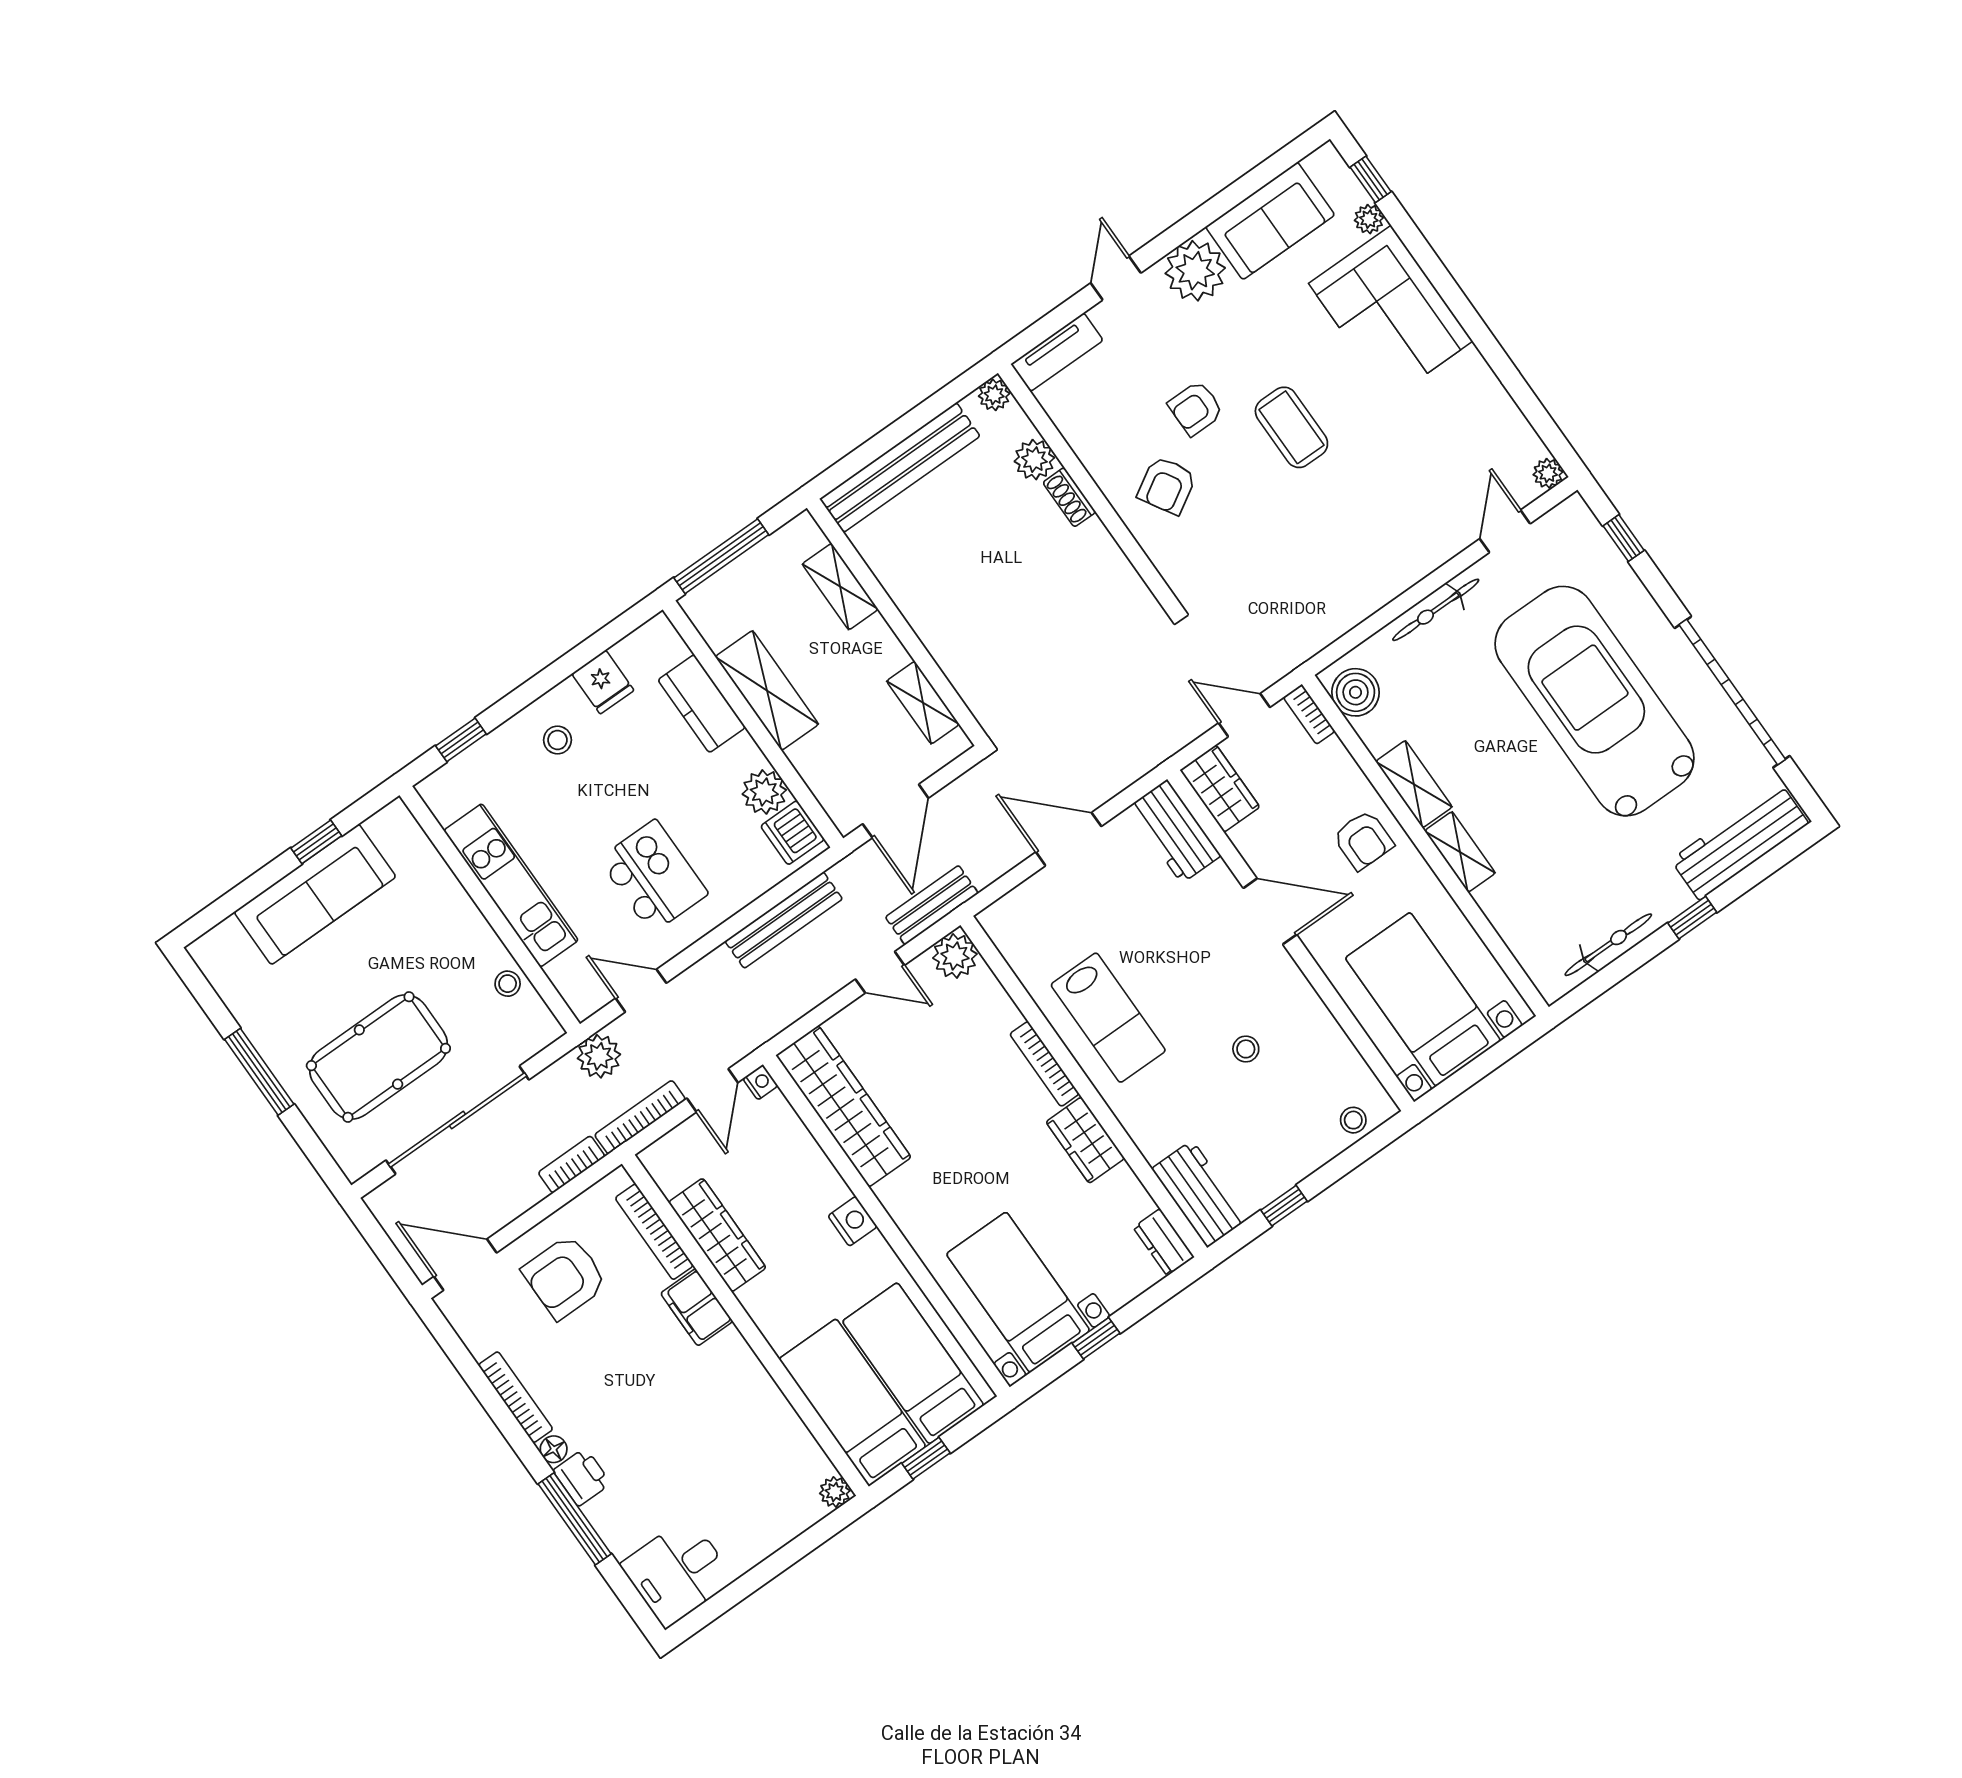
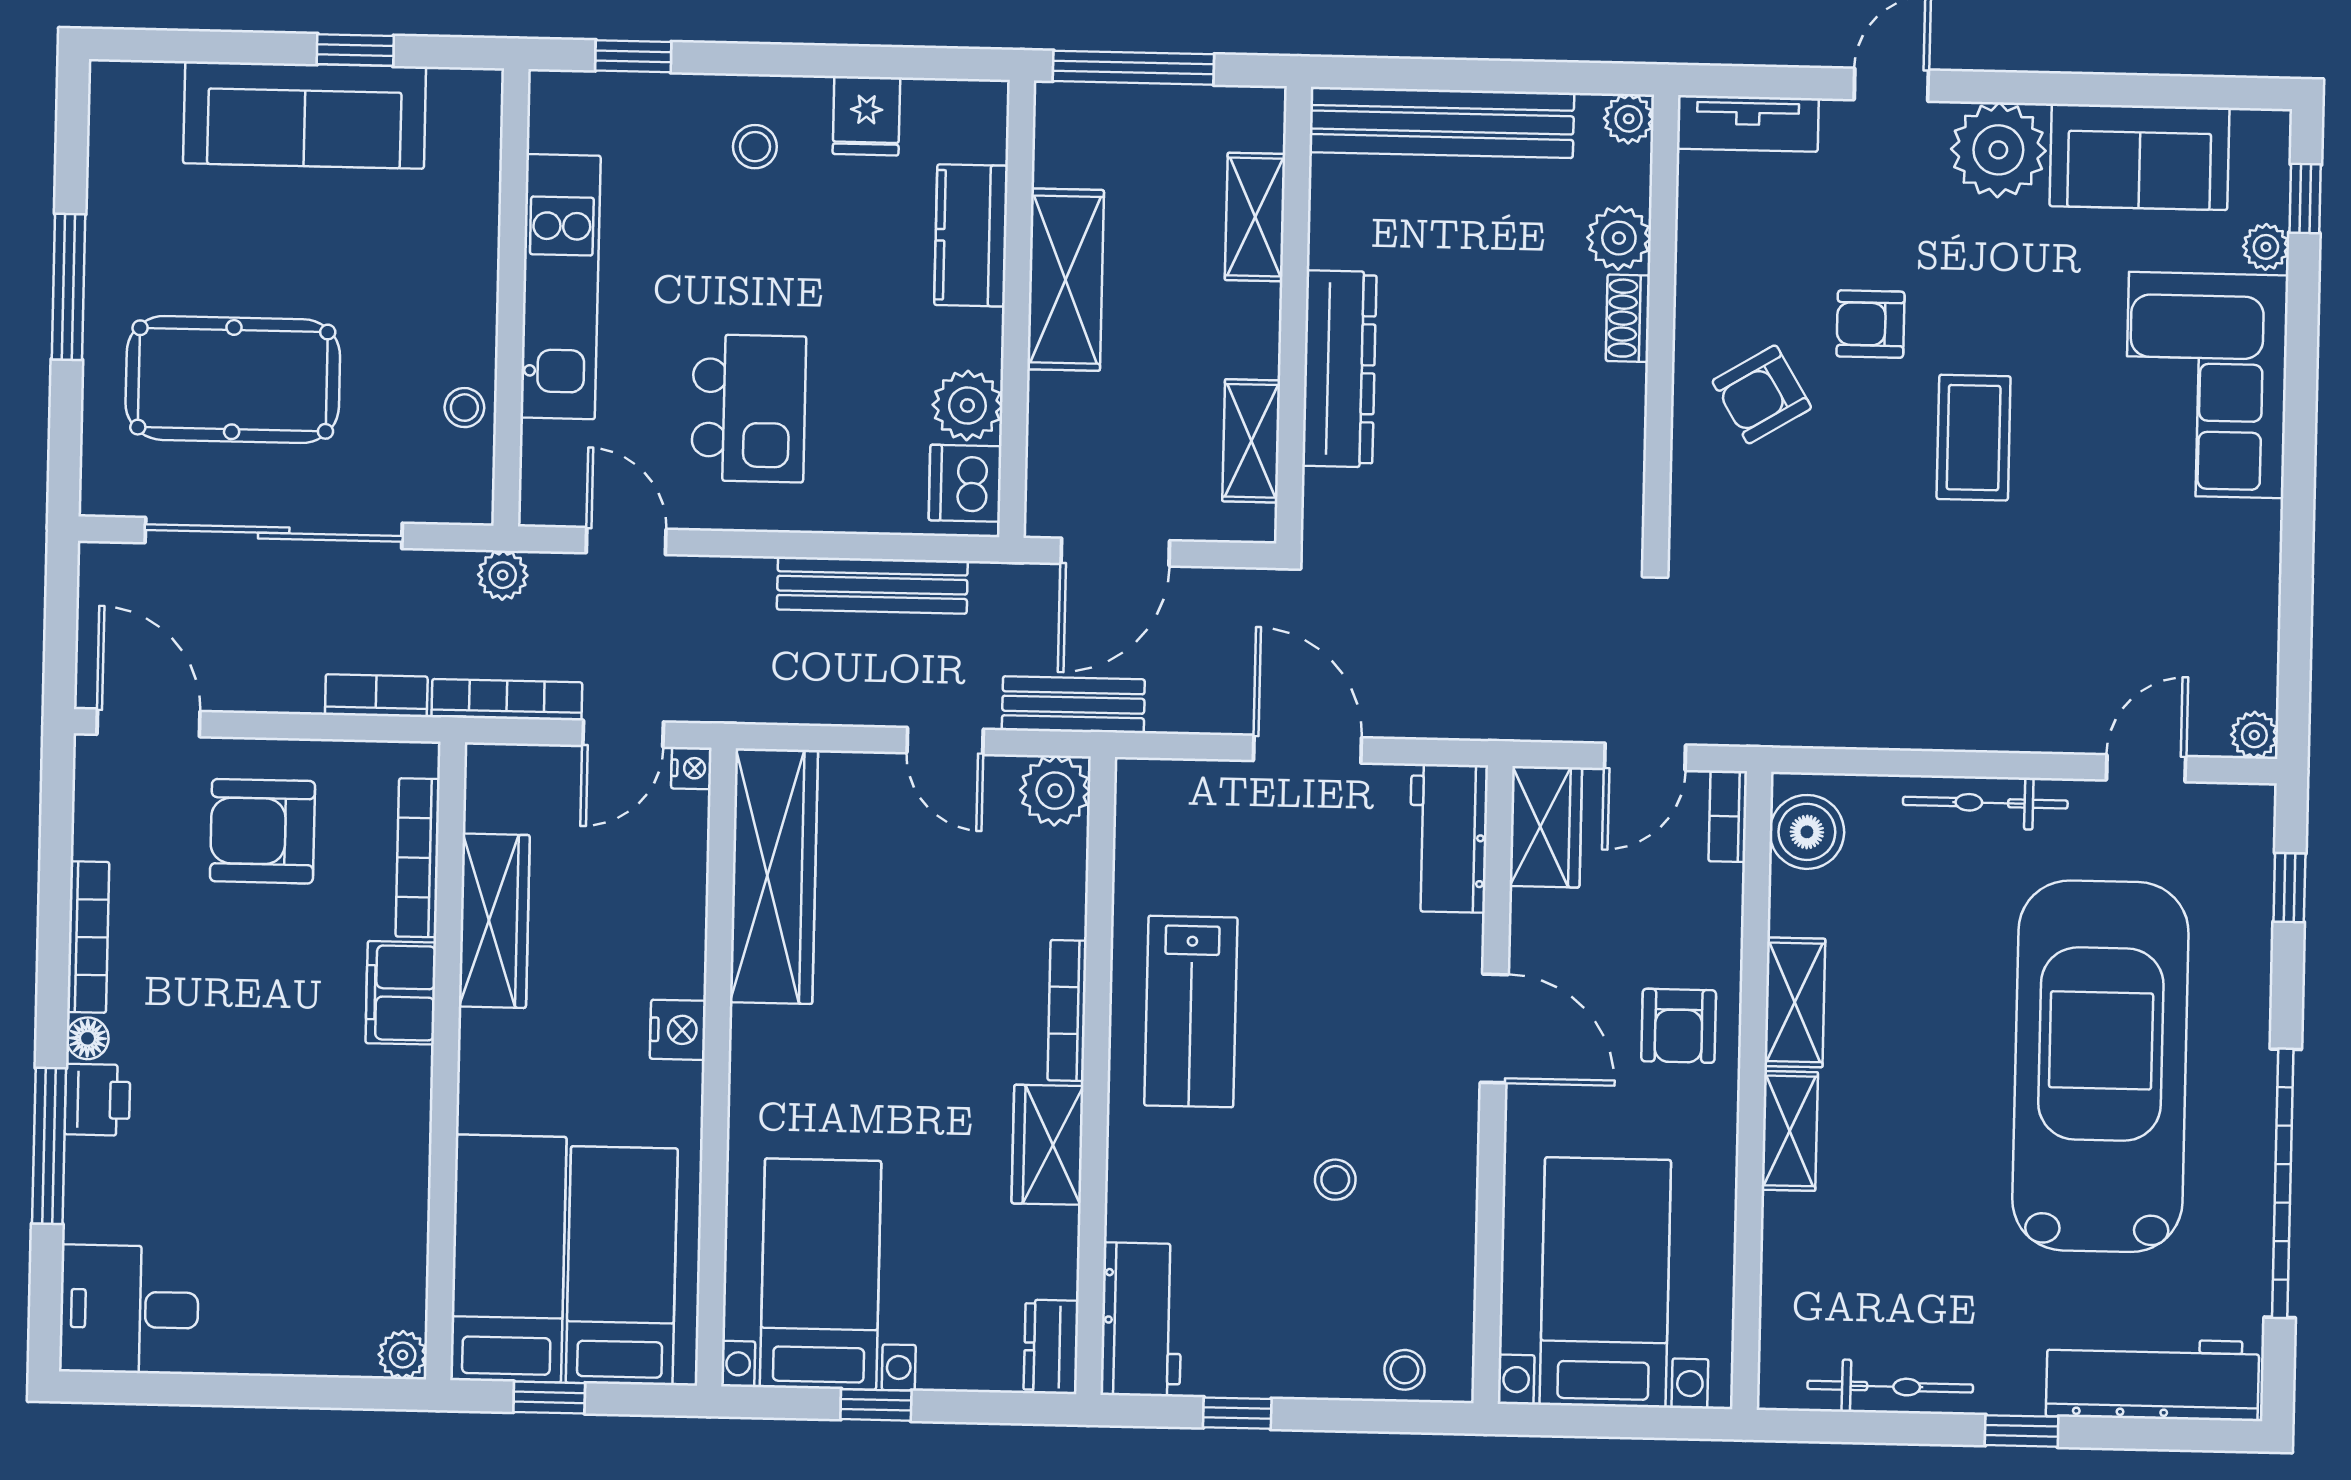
dresser: (941, 632) -> (1339, 369), added
door: (1244, 715) -> (1645, 757), swing flipped
plant: (599, 1056) -> (503, 575), width x0.73, depth x0.73

